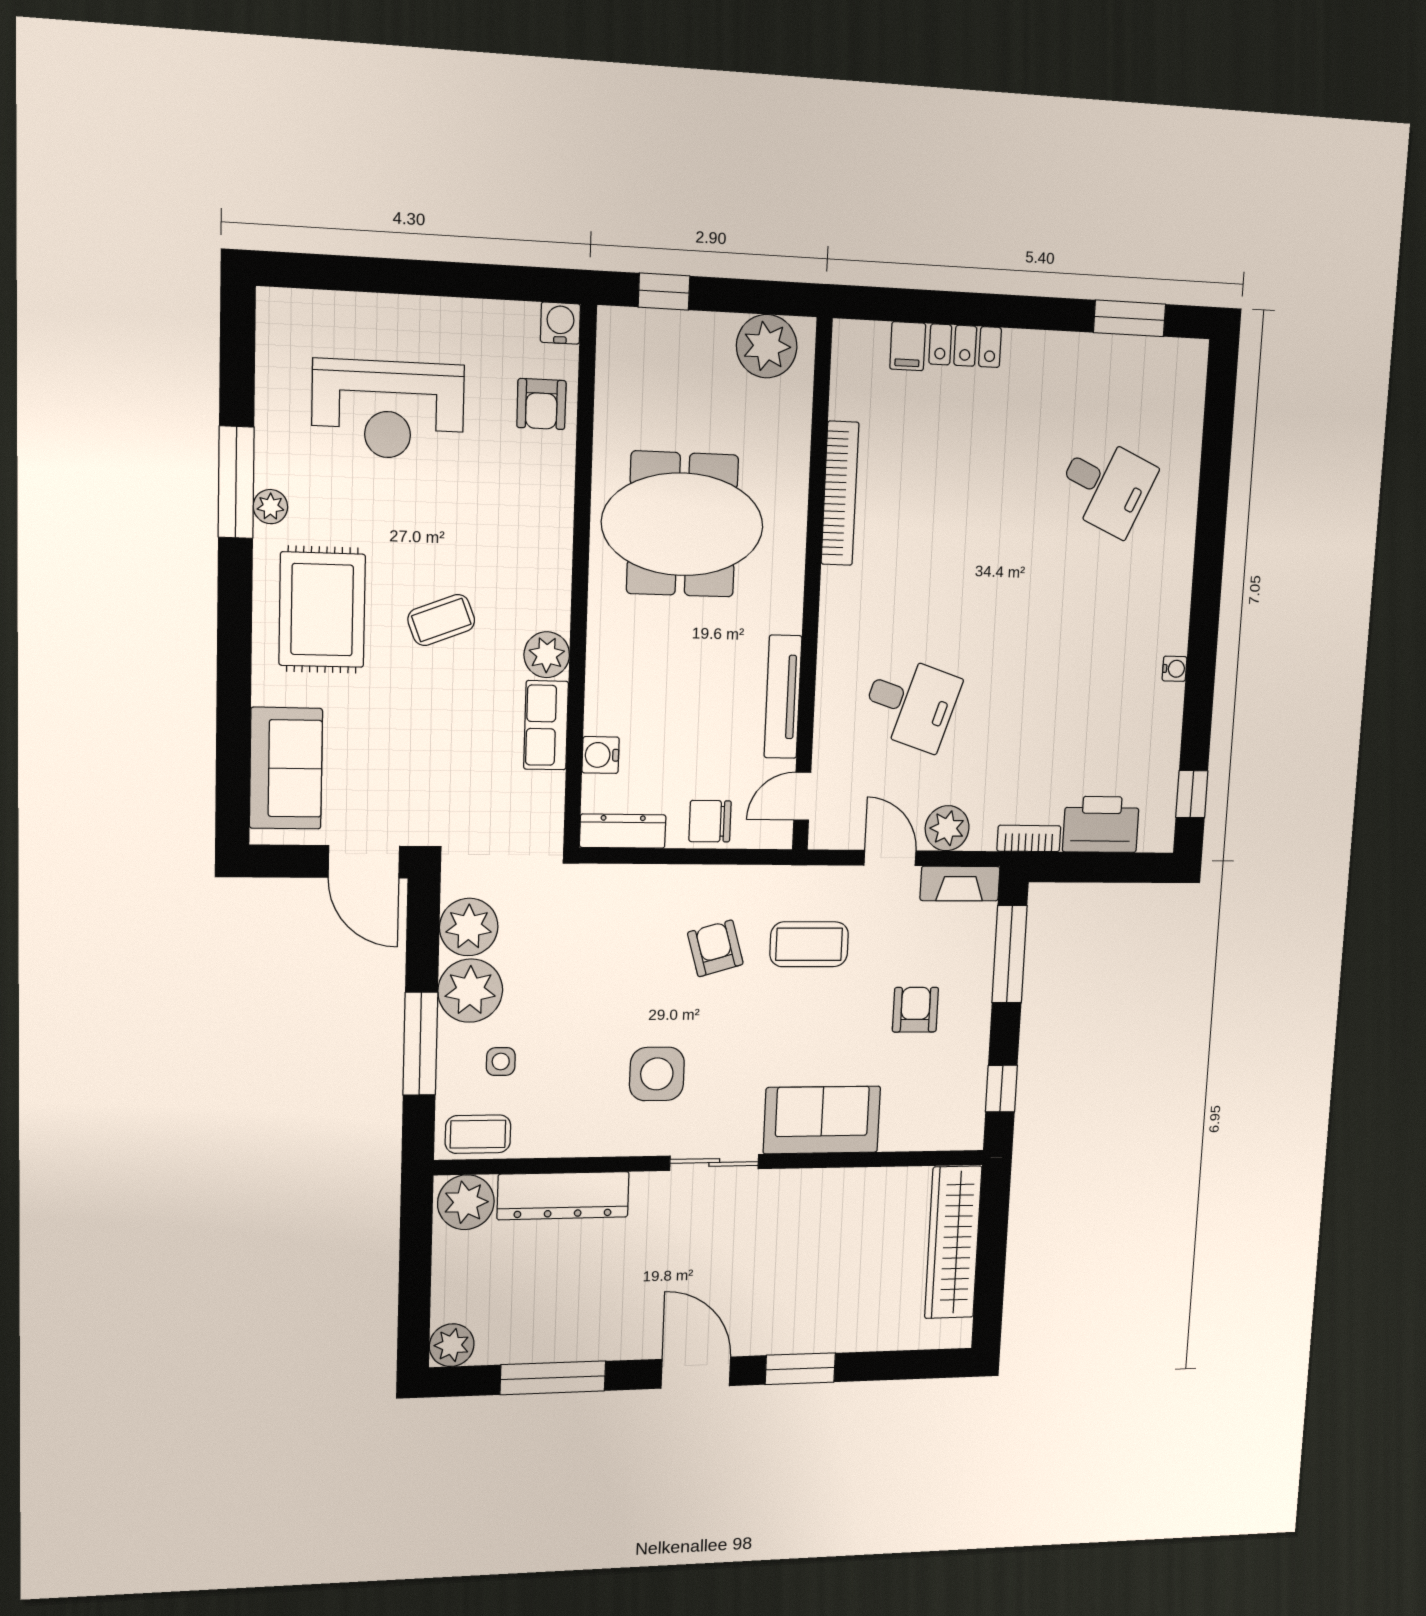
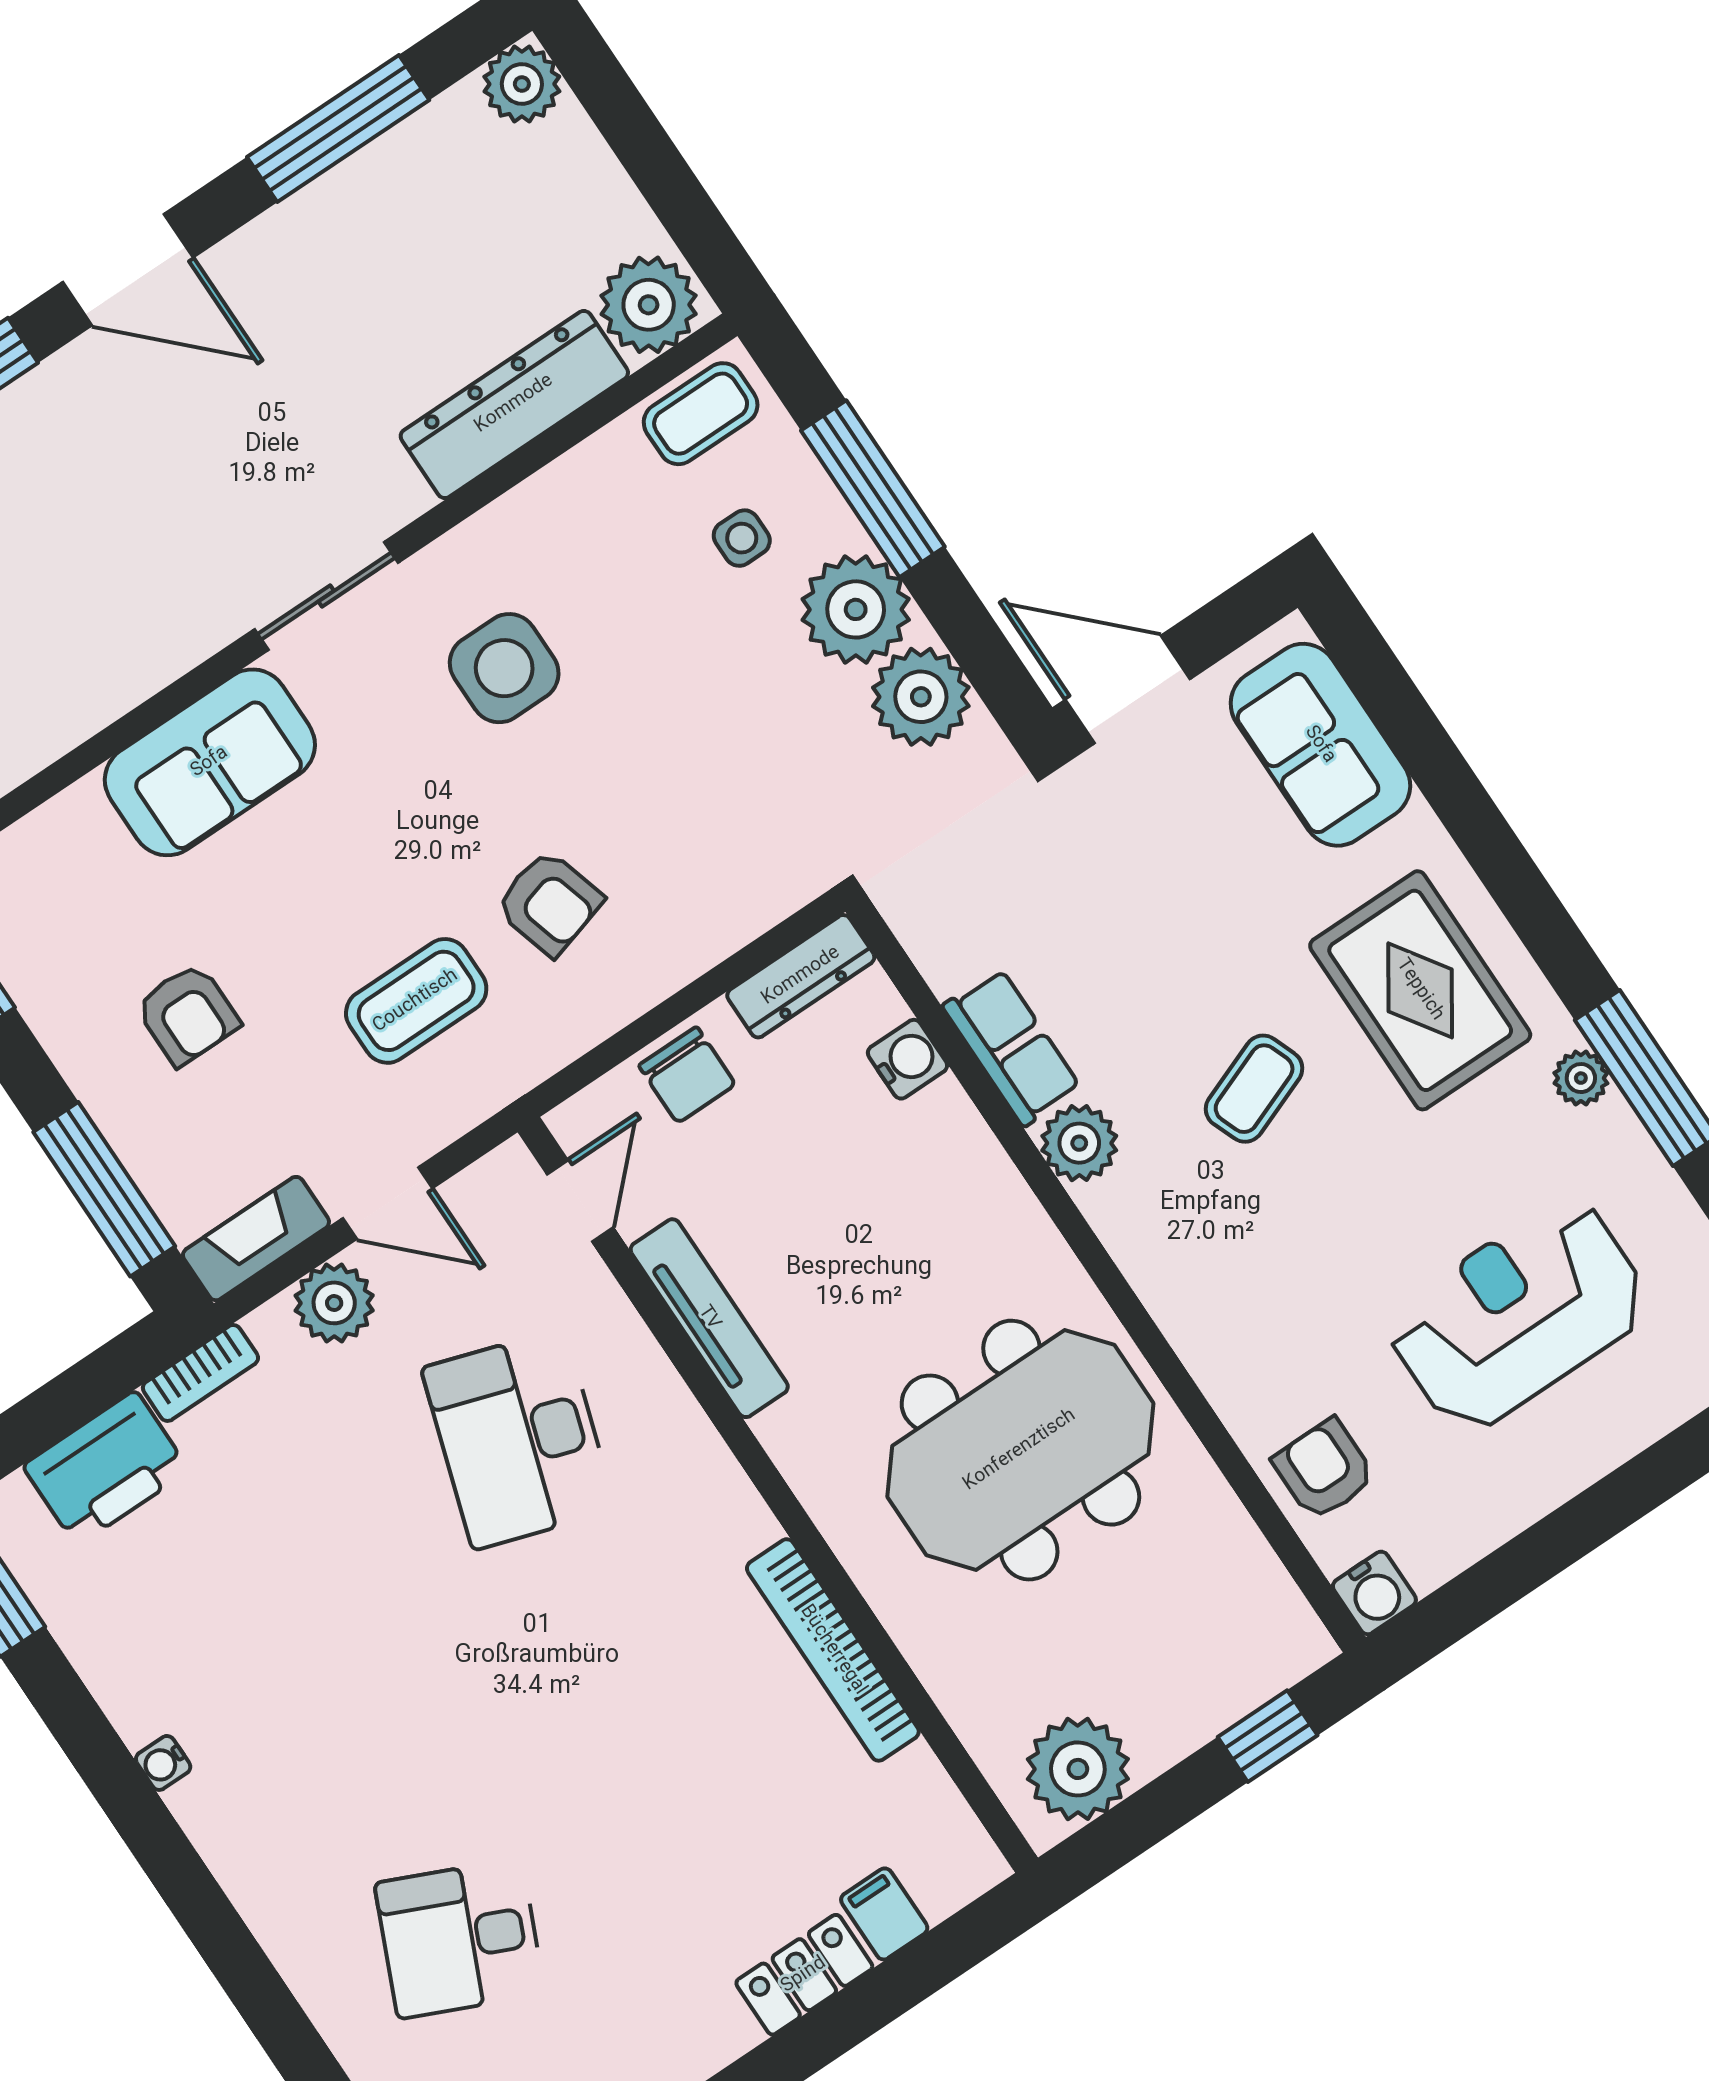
desk: (911, 703) -> (519, 1439), width x1.37
chair: (710, 821) -> (687, 1075), turned 90

